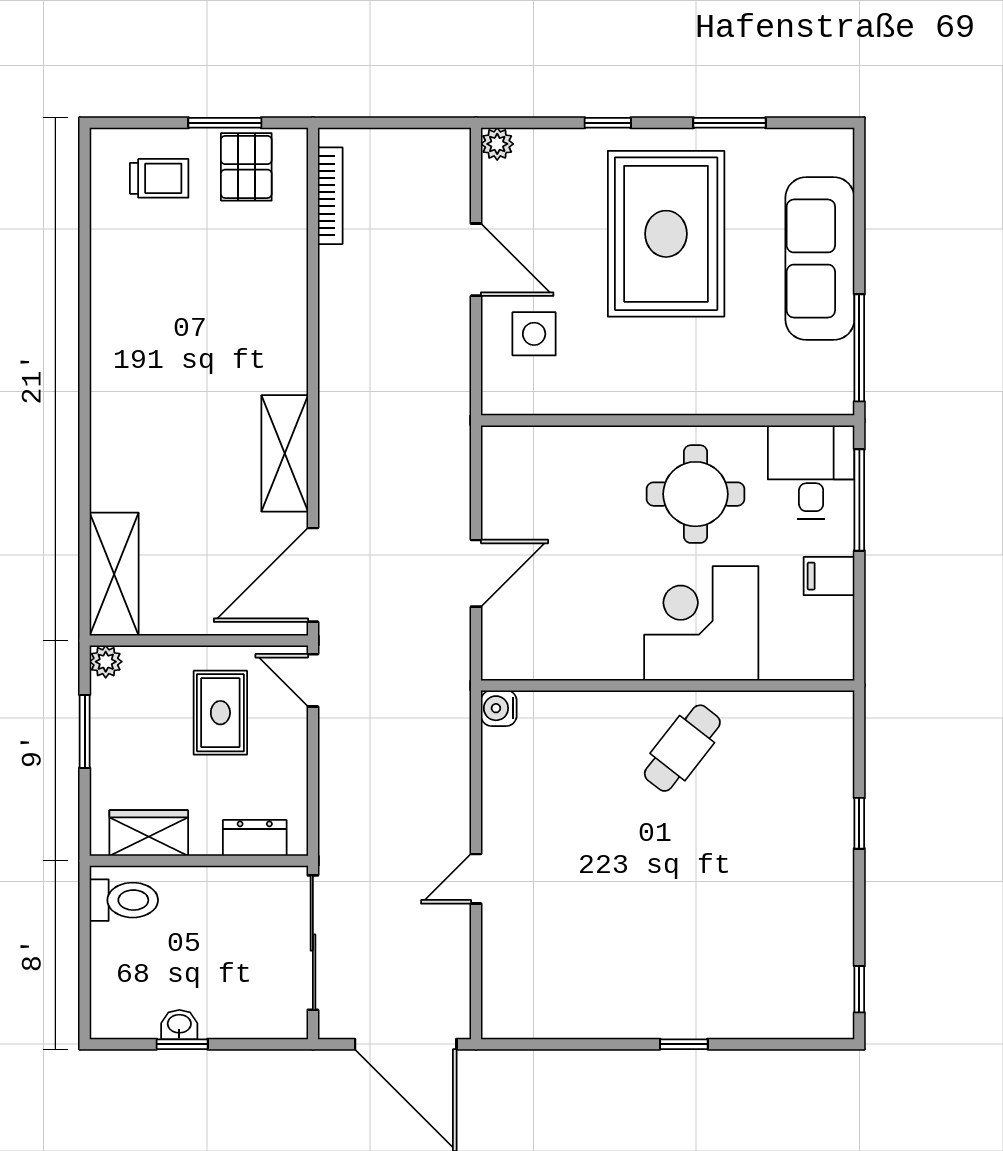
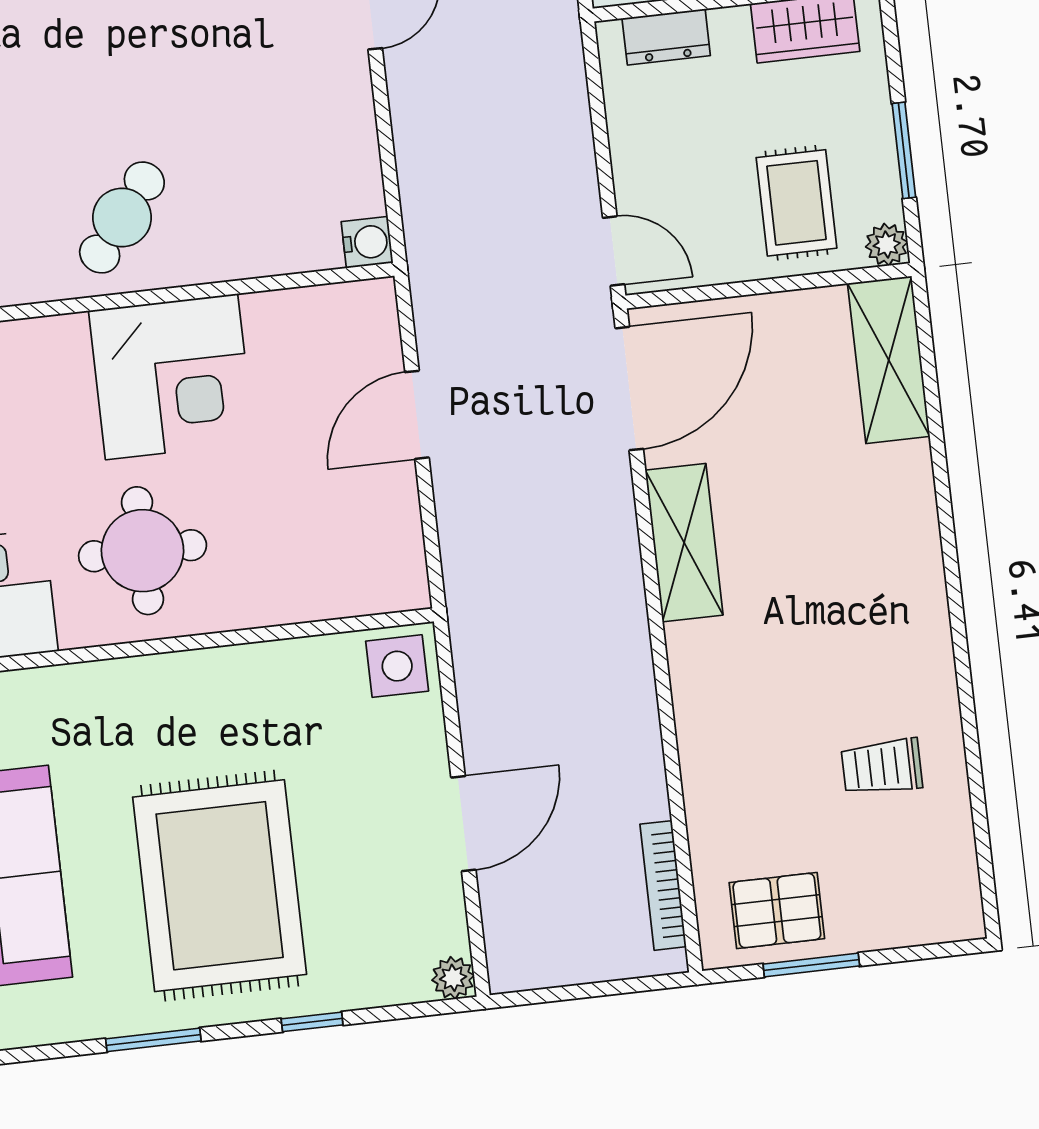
pallet: (246, 167) -> (777, 911), turned 90
trolley: (159, 178) -> (882, 767), moved
door: (476, 260) -> (463, 824), swing flipped
side table: (534, 334) -> (397, 666), moved
corner desk: (701, 623) -> (172, 377), moved
rug: (220, 713) -> (796, 203), moved

